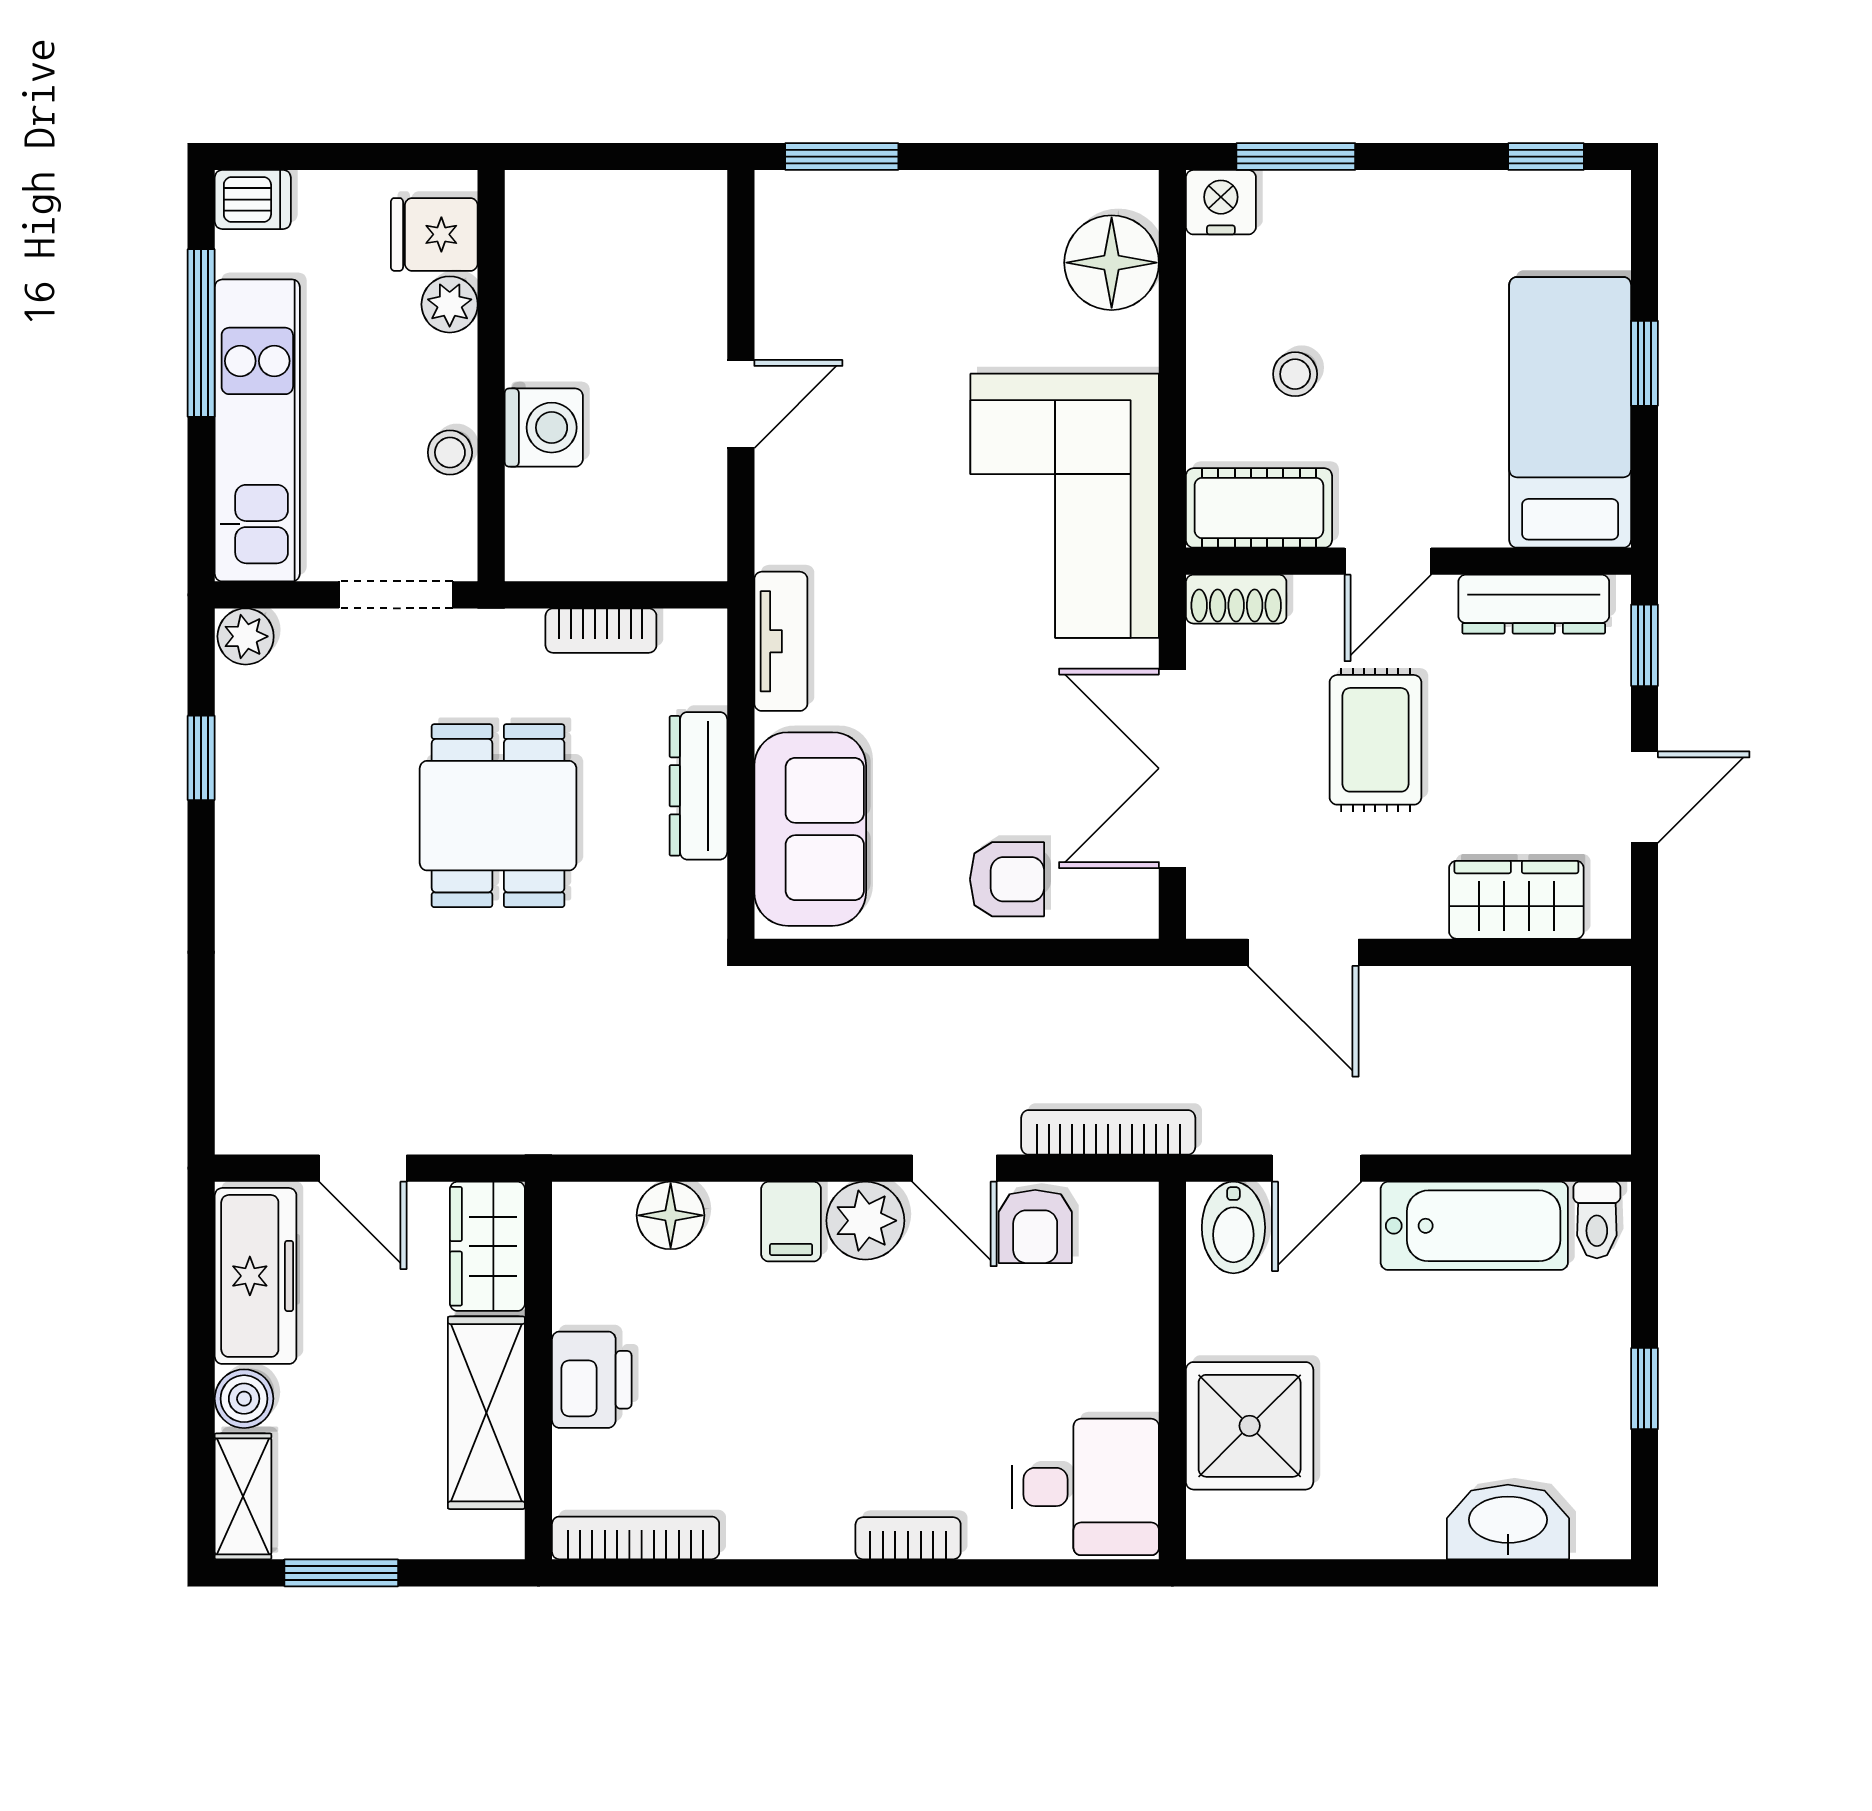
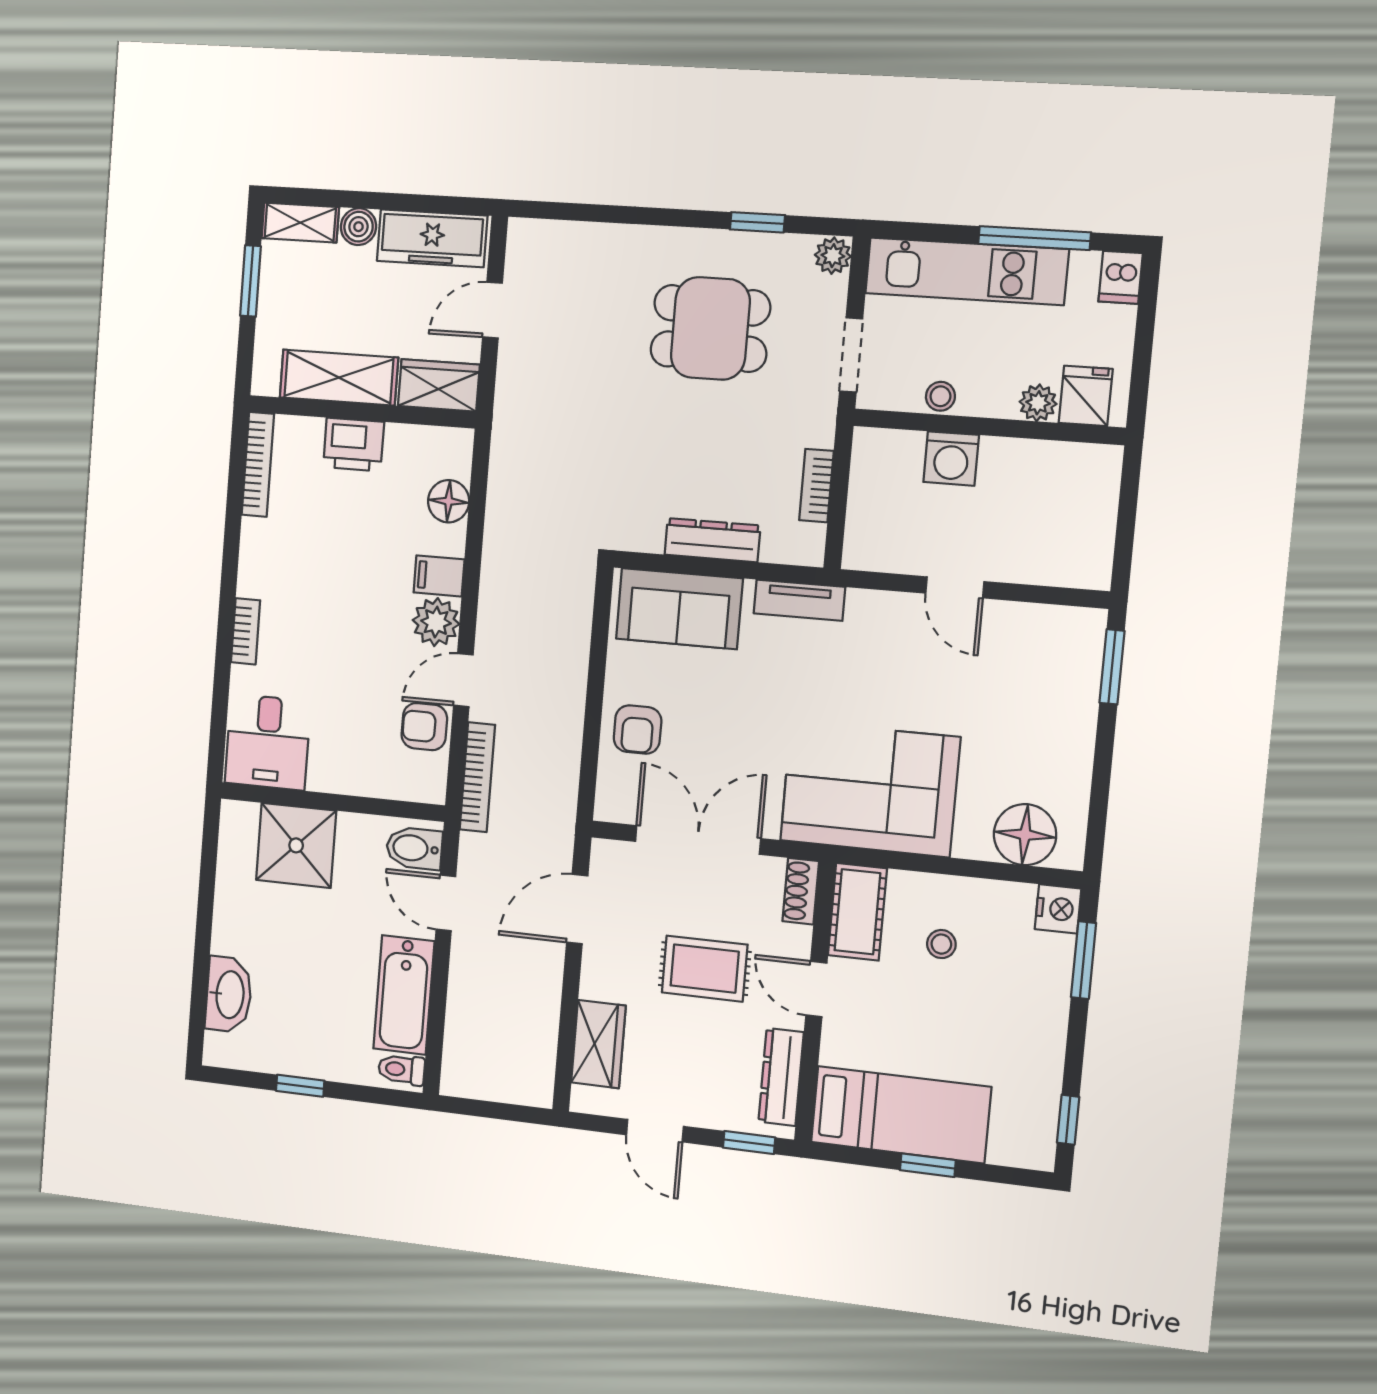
dining table: (498, 816) -> (710, 328), moved

